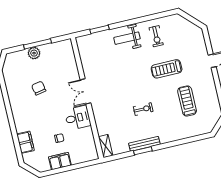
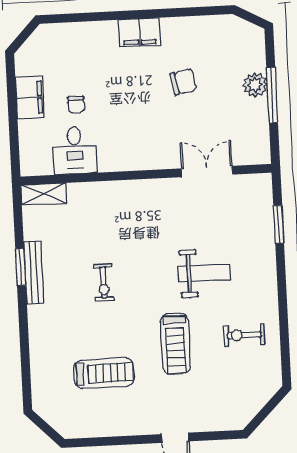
weight bench: (127, 38) -> (204, 273), moved, turned 90
treadmill: (167, 69) -> (175, 344), turned 180
double door: (86, 91) -> (207, 171), moved
desk: (78, 118) -> (75, 150), moved
filing cabinet: (25, 142) -> (139, 32), moved

